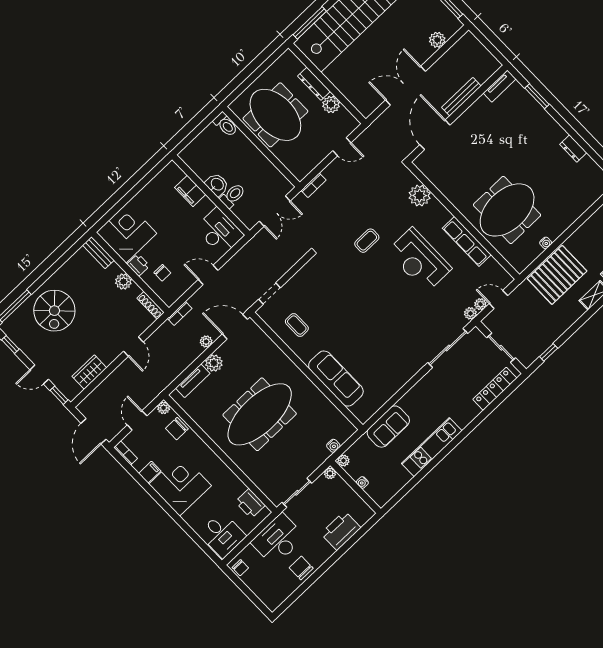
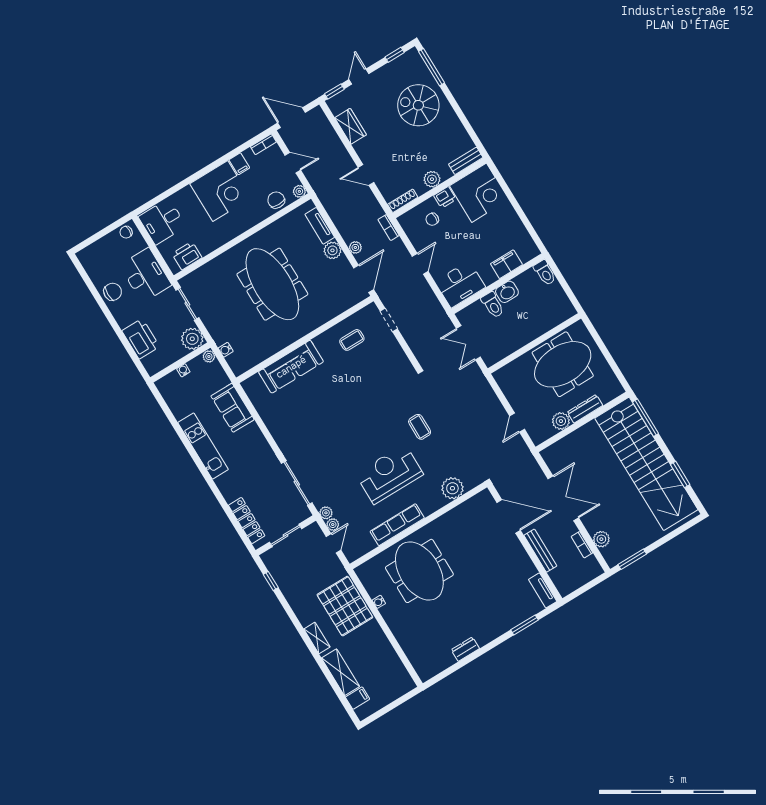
toilet: (225, 125) -> (545, 273), moved, turned -90
bookcase: (314, 185) -> (582, 545), moved
plant: (330, 473) -> (192, 339), width x1.88, depth x1.88

